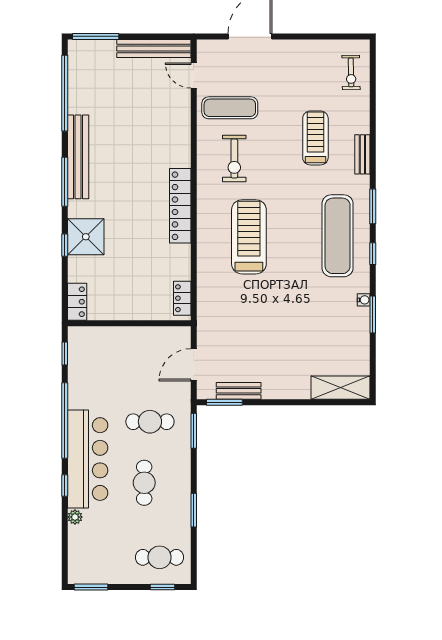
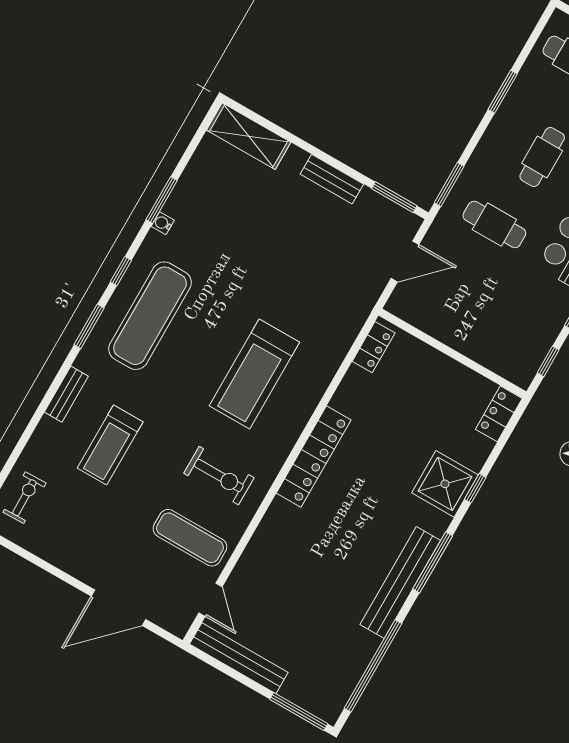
exercise bike: (234, 159) -> (219, 475), turned 90
bench: (239, 391) -> (332, 179), moved

